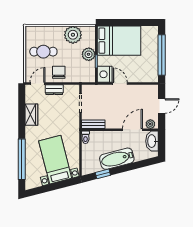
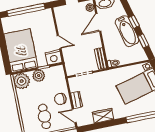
plant: (73, 35) -> (22, 81), moved
door: (120, 84) -> (59, 42), swing flipped
door: (132, 130) -> (98, 22), hinge flipped
window: (125, 168) -> (134, 22), added

